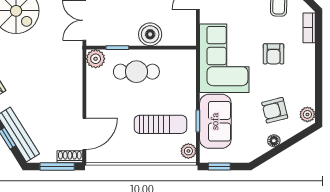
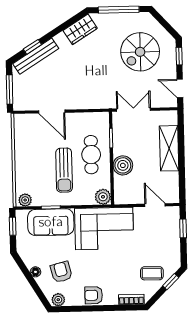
armchair: (273, 54) -> (94, 295), moved
plant: (96, 59) -> (103, 197), moved
sun lounger: (160, 124) -> (64, 170), moved
door: (84, 134) -> (52, 112), moved
shoe rack: (70, 157) -> (18, 100), removed

